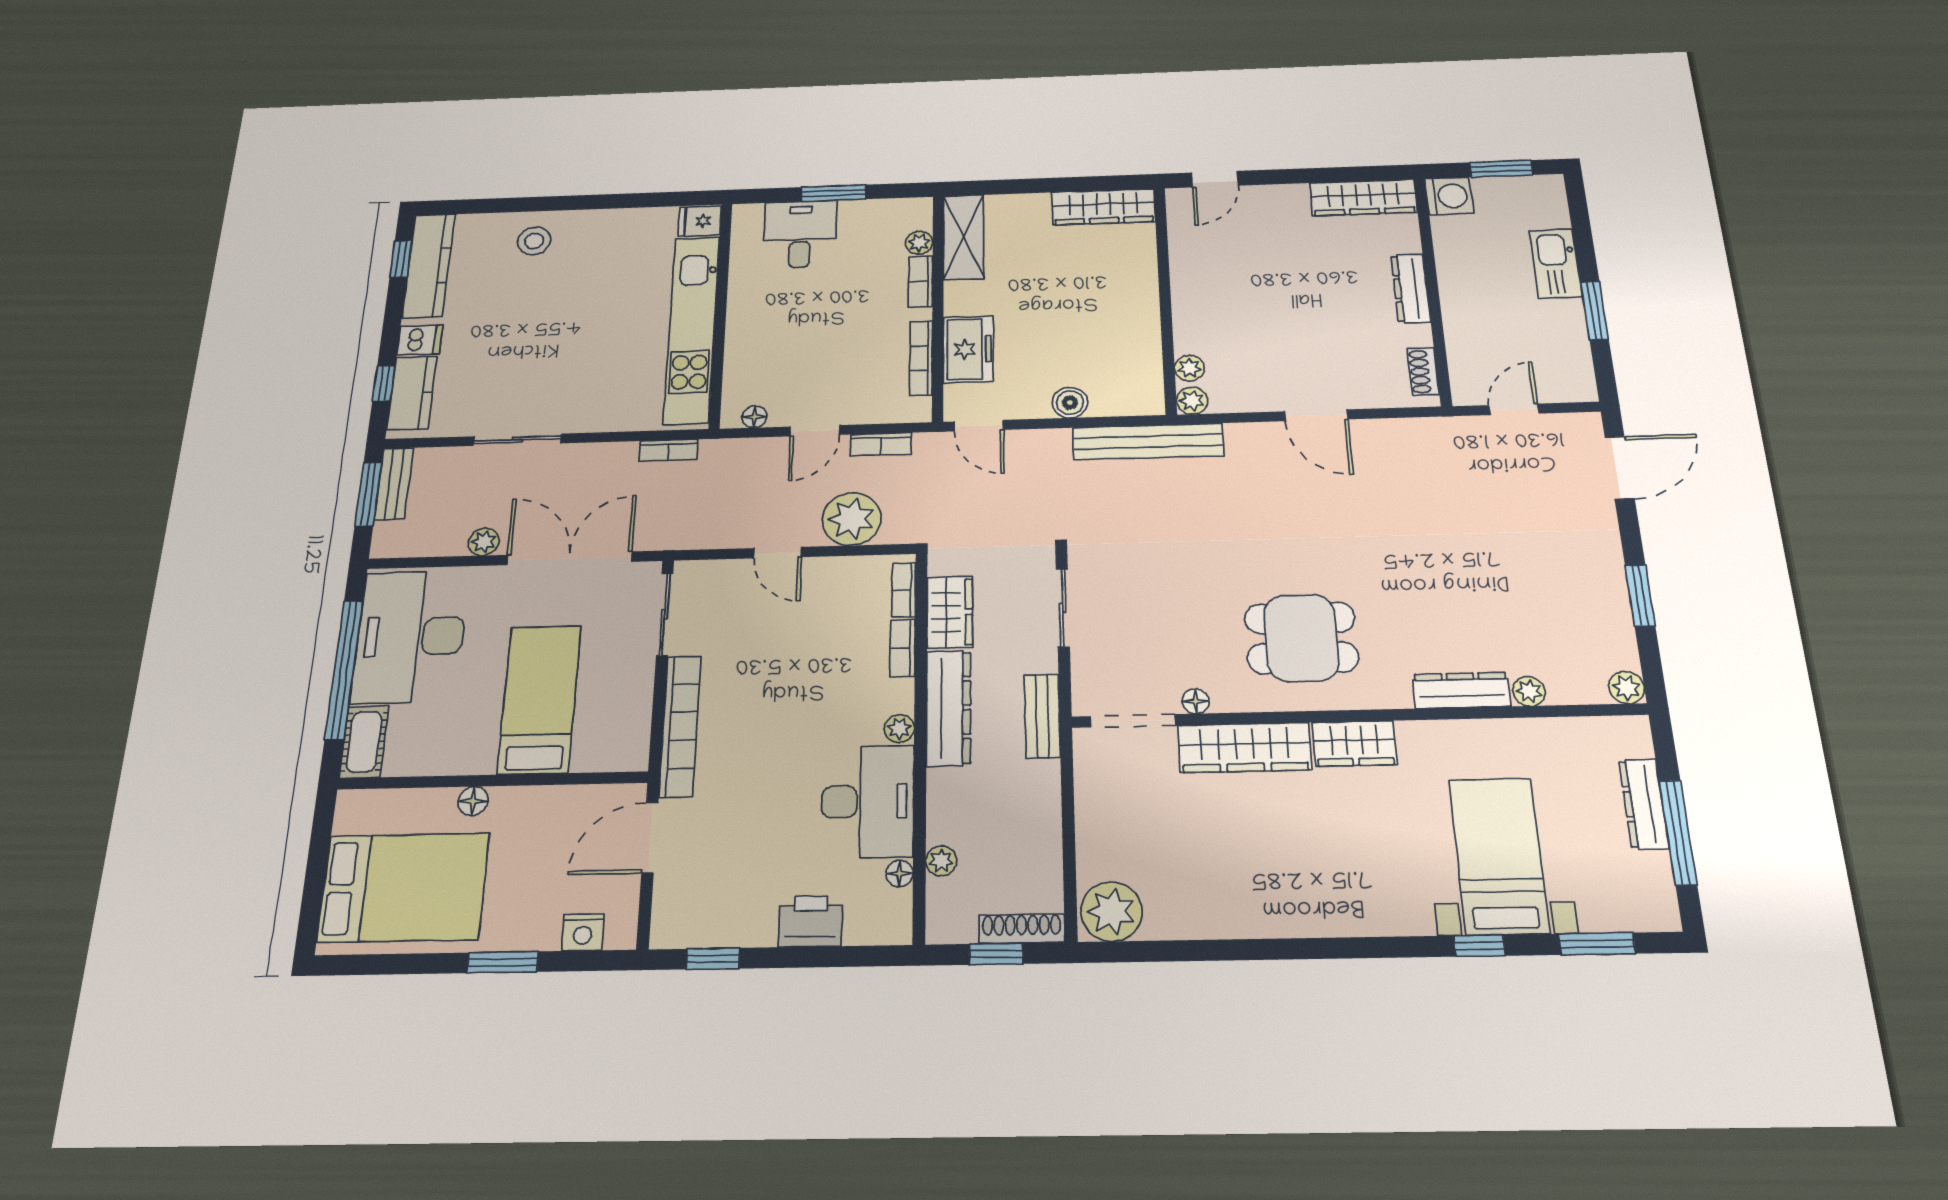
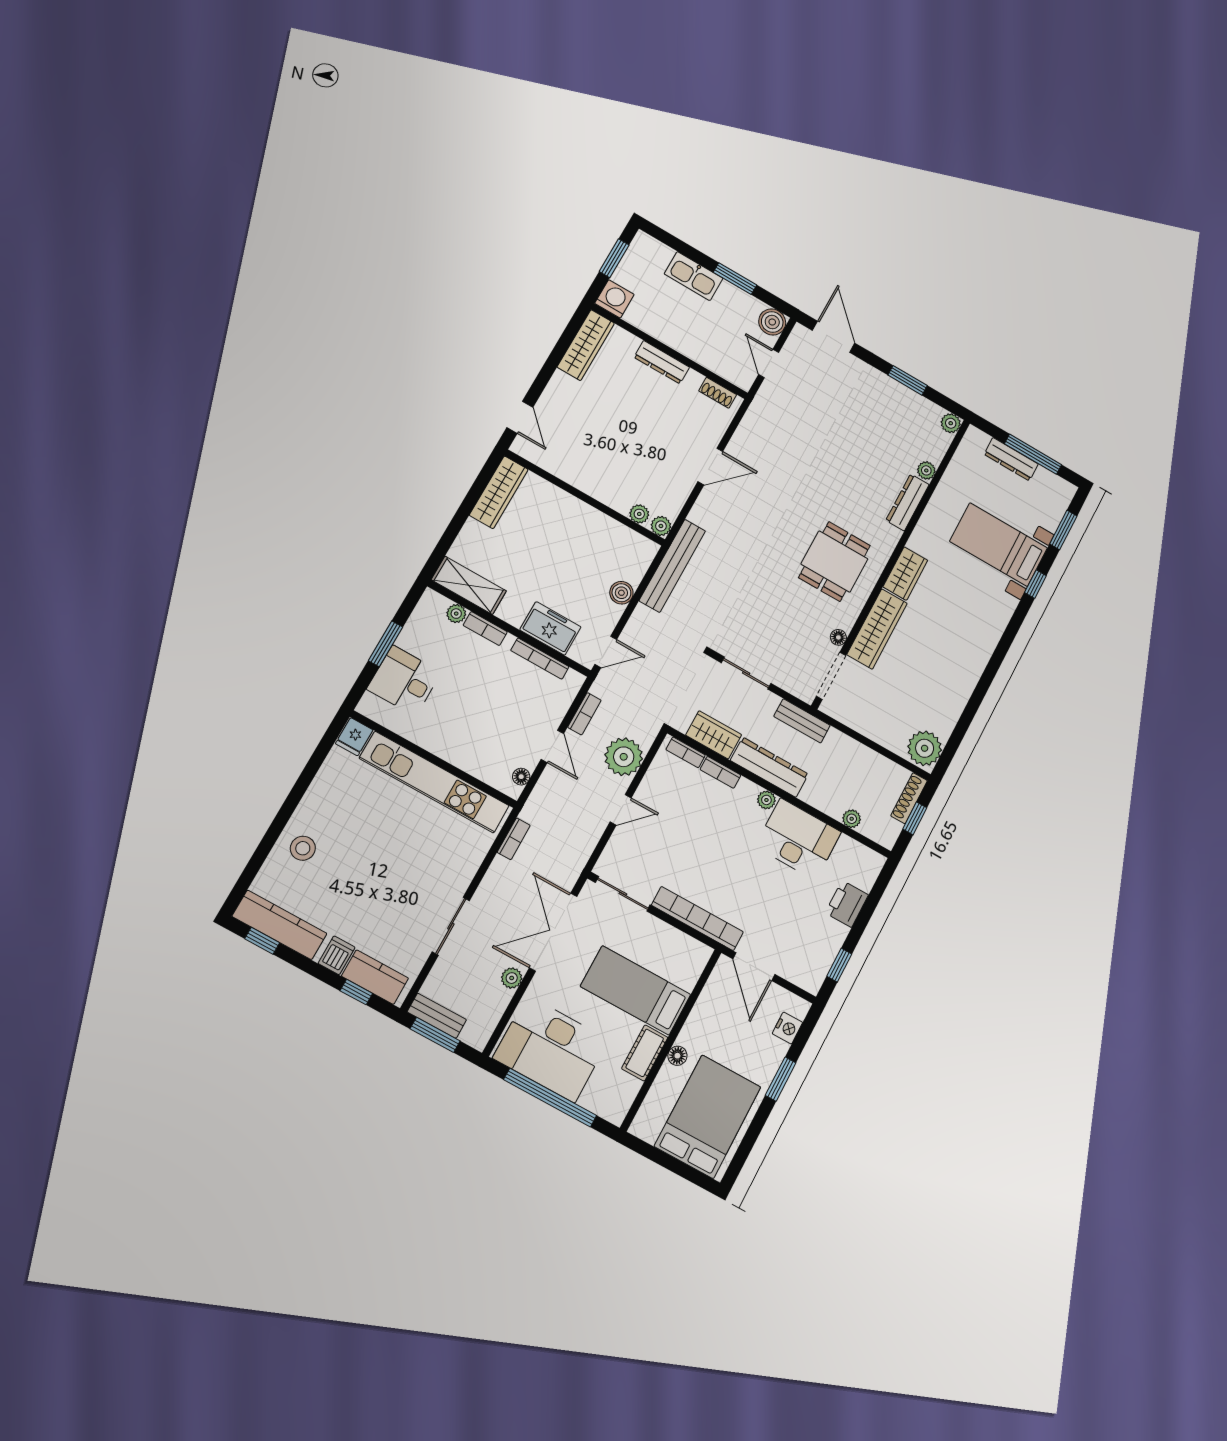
boiler: (1574, 384) -> (772, 322), added
cot: (364, 742) -> (645, 1053), moved, turned 90
floor lamp: (899, 873) -> (847, 844), removed

